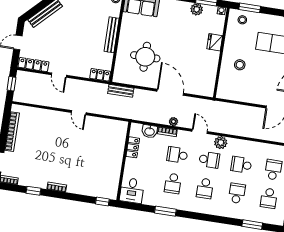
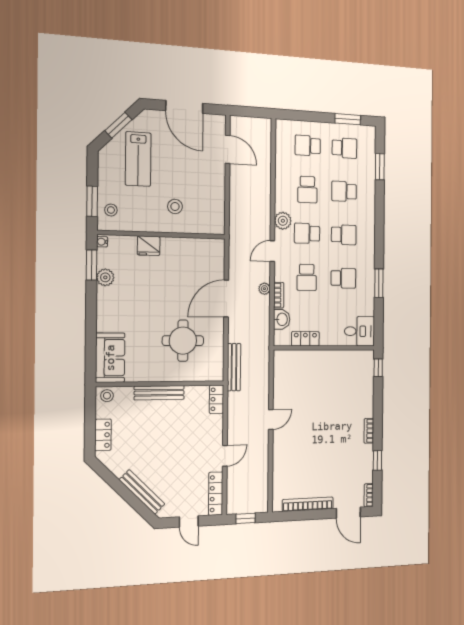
bench: (121, 91) -> (234, 367), width x1.36
school desk: (209, 160) -> (307, 233), turned -90

